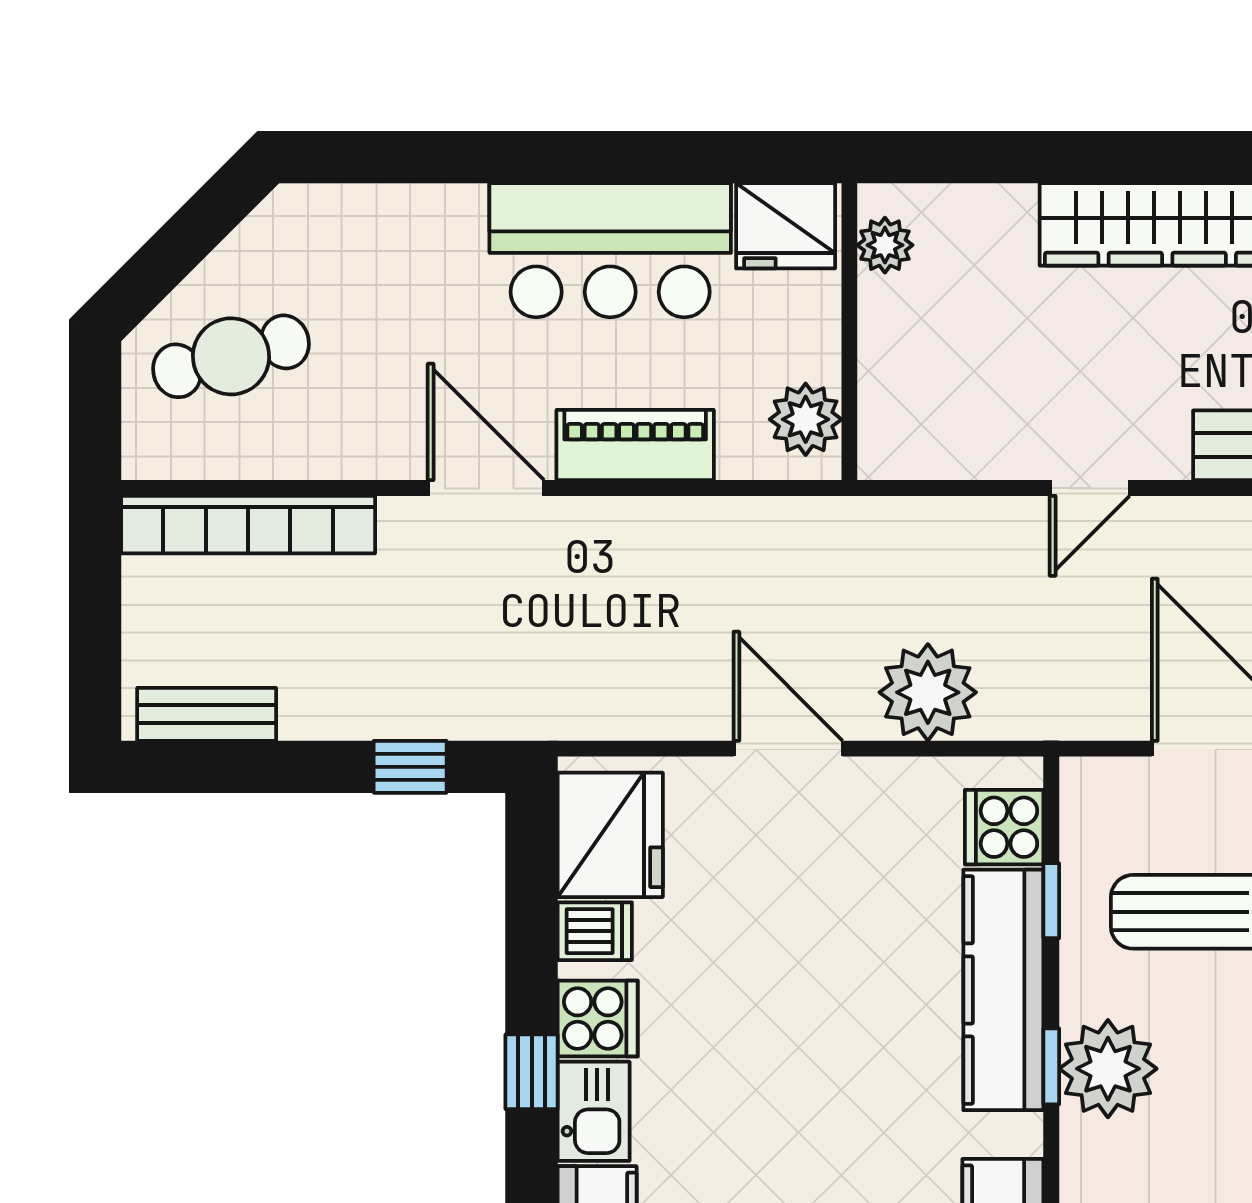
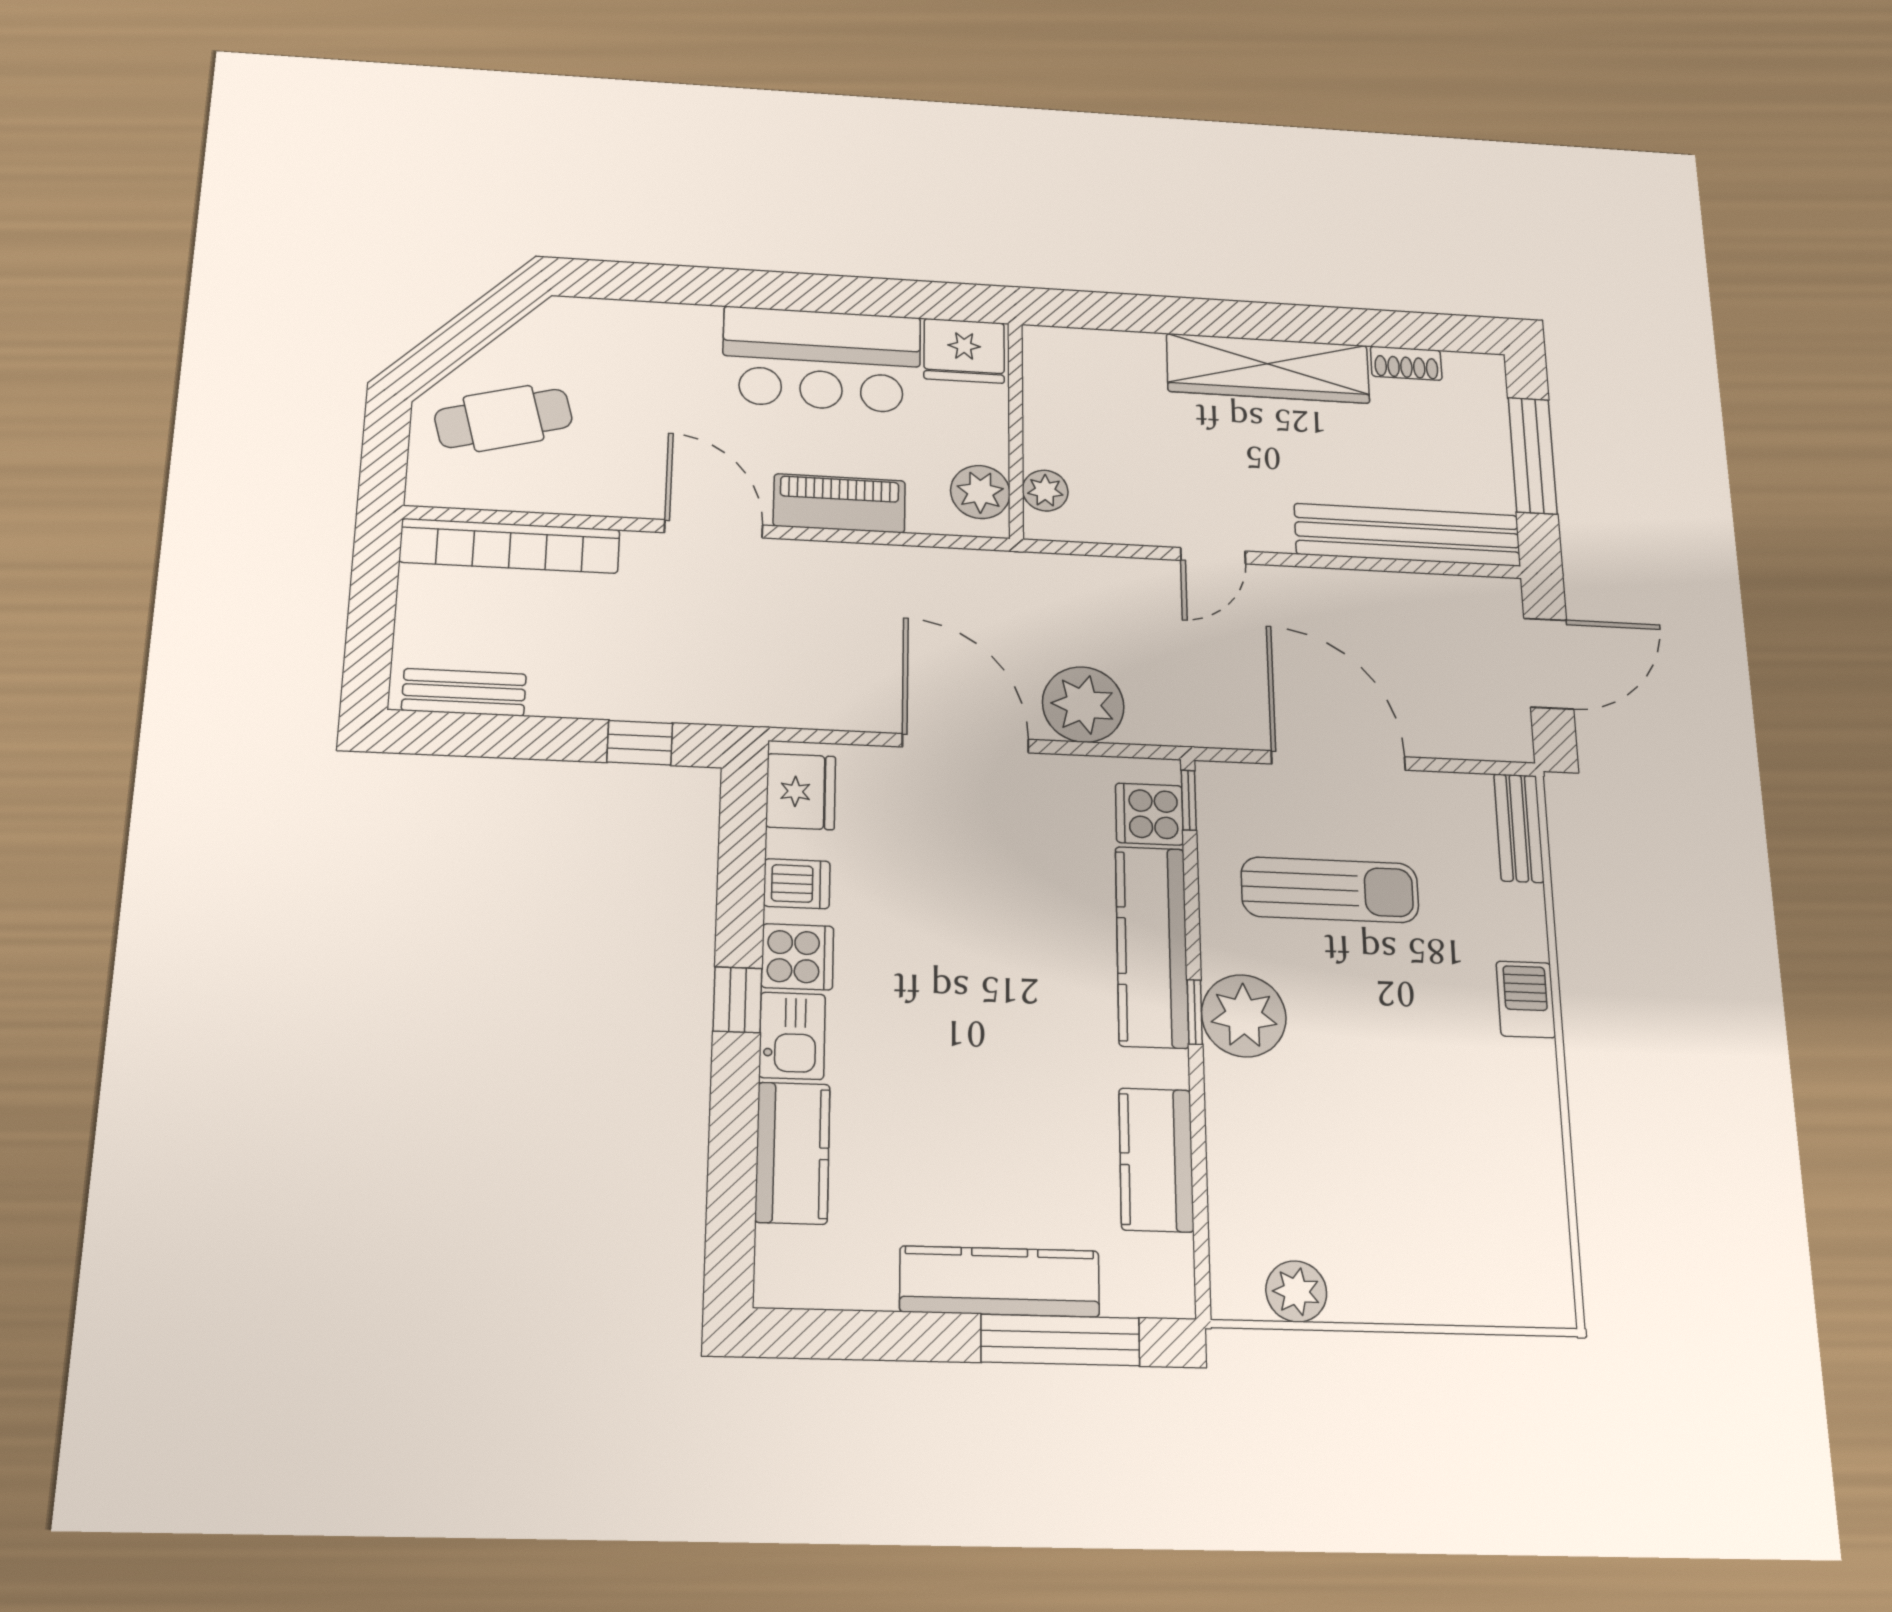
plant: (885, 245) -> (1045, 491), moved
door: (788, 749) -> (966, 743), width x1.36
fridge: (610, 835) -> (801, 792), width x0.73, depth x0.75
window: (1051, 901) -> (1189, 800), moved

